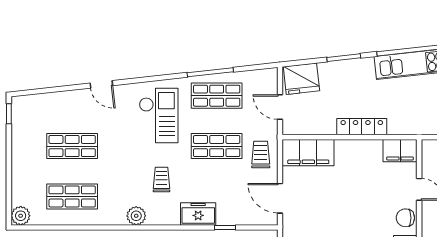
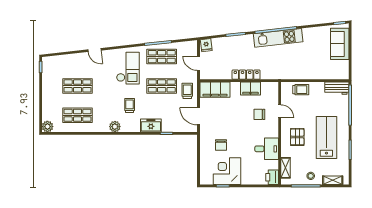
fridge: (301, 79) -> (206, 45), width x0.53, depth x0.75
filing cabinet: (400, 151) -> (250, 89), moved
chair: (405, 218) -> (259, 114), moved

